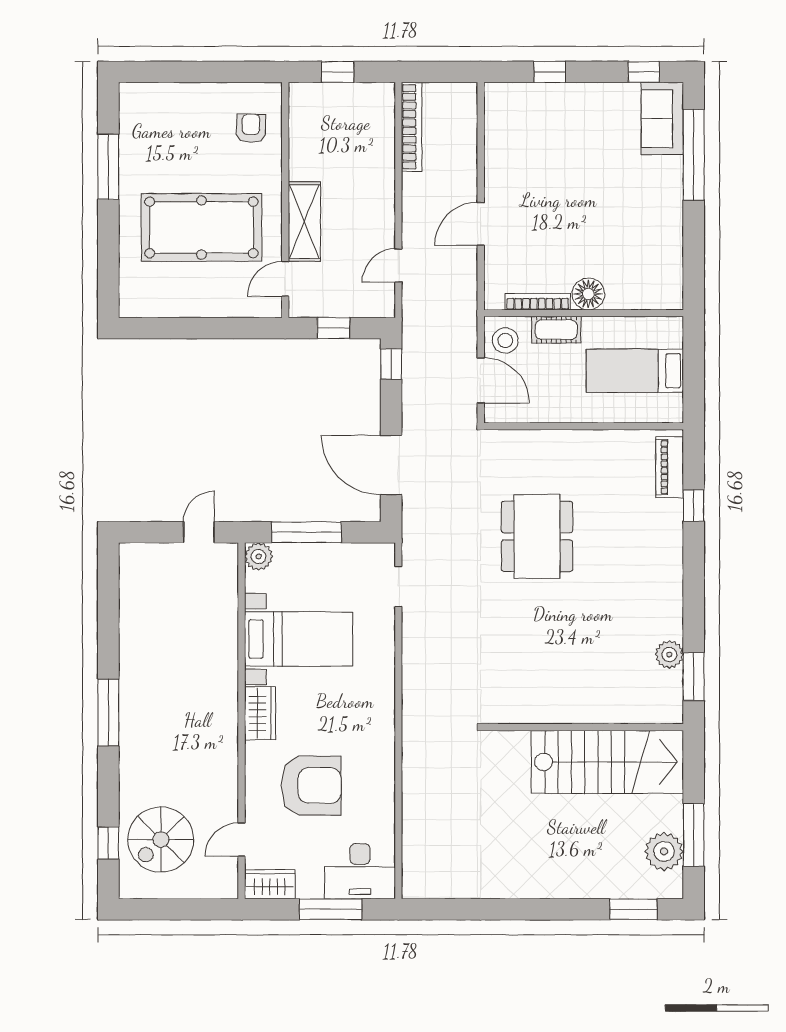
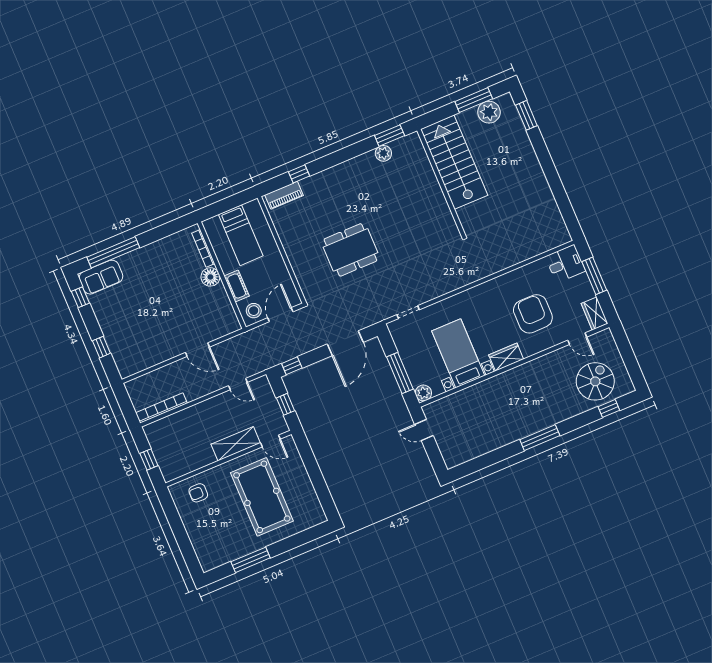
bookcase: (538, 302) -> (203, 248), moved
spiral stairs: (161, 840) -> (595, 381), turned -90
desk: (360, 871) -> (565, 264), width x0.73

